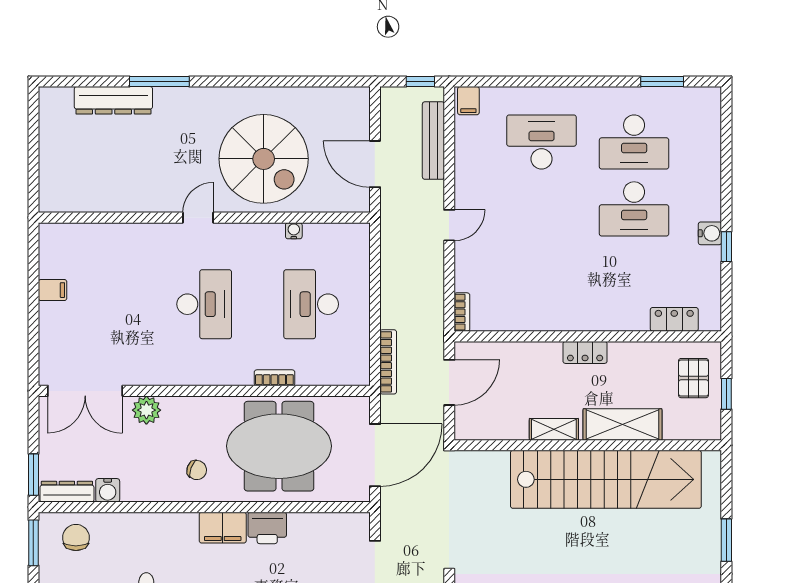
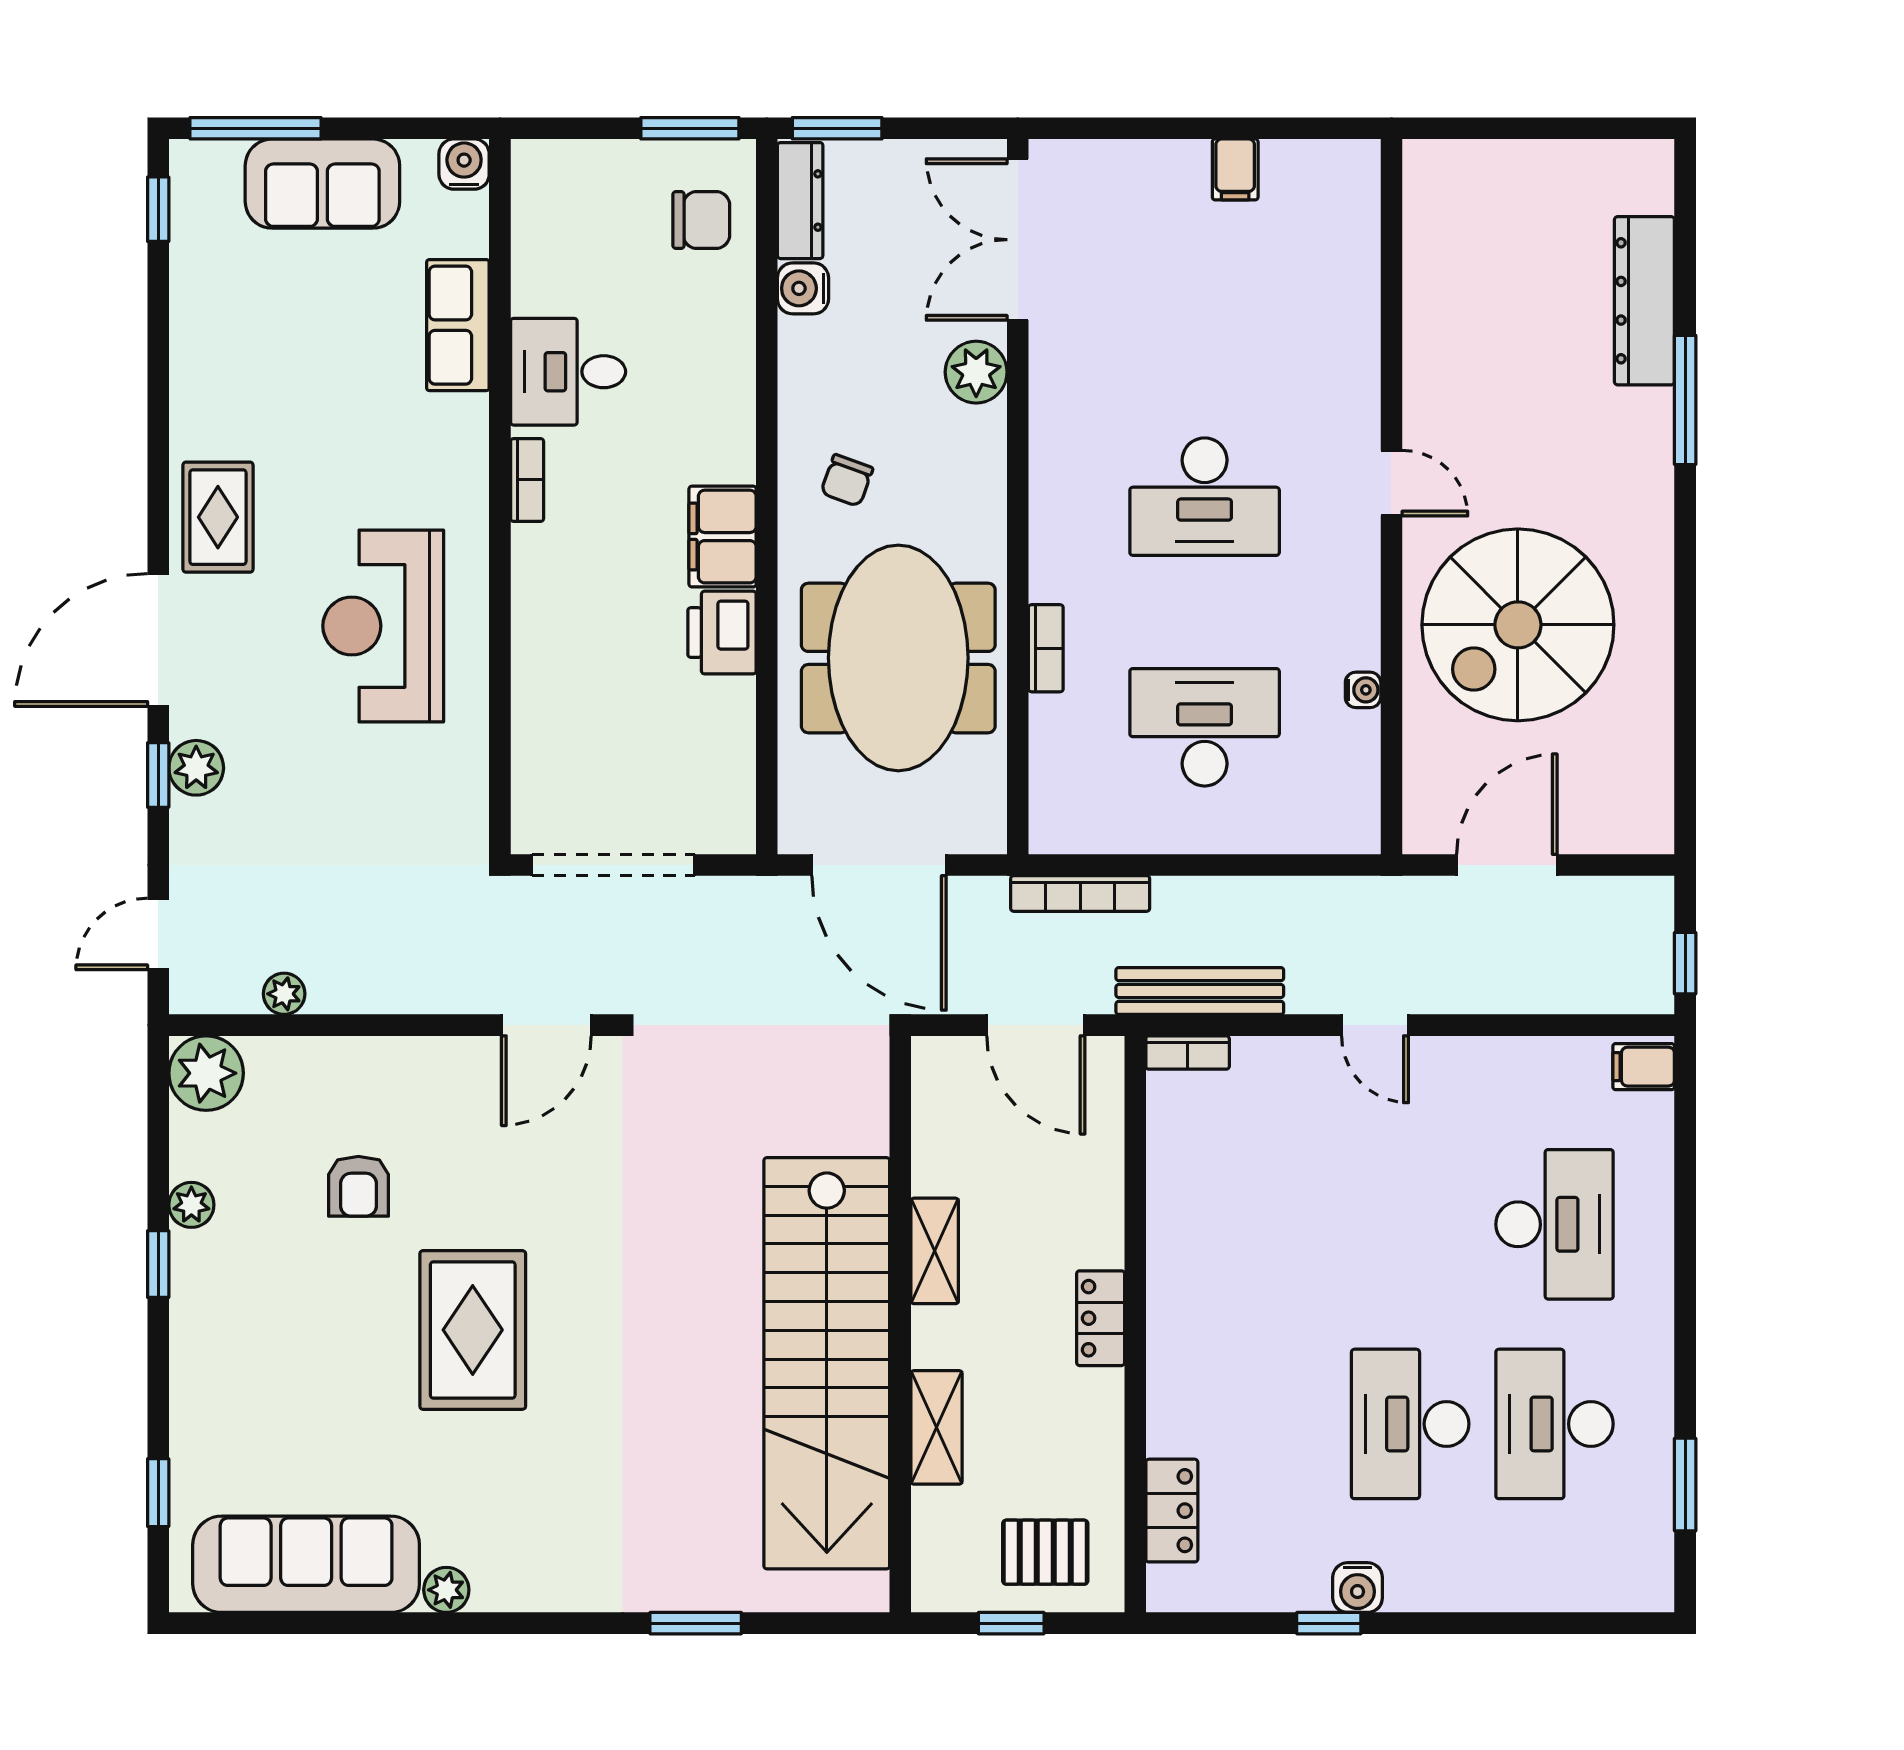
bench: (433, 141) -> (1200, 991), moved
shelving: (622, 425) -> (937, 1427), width x0.67, depth x0.75

